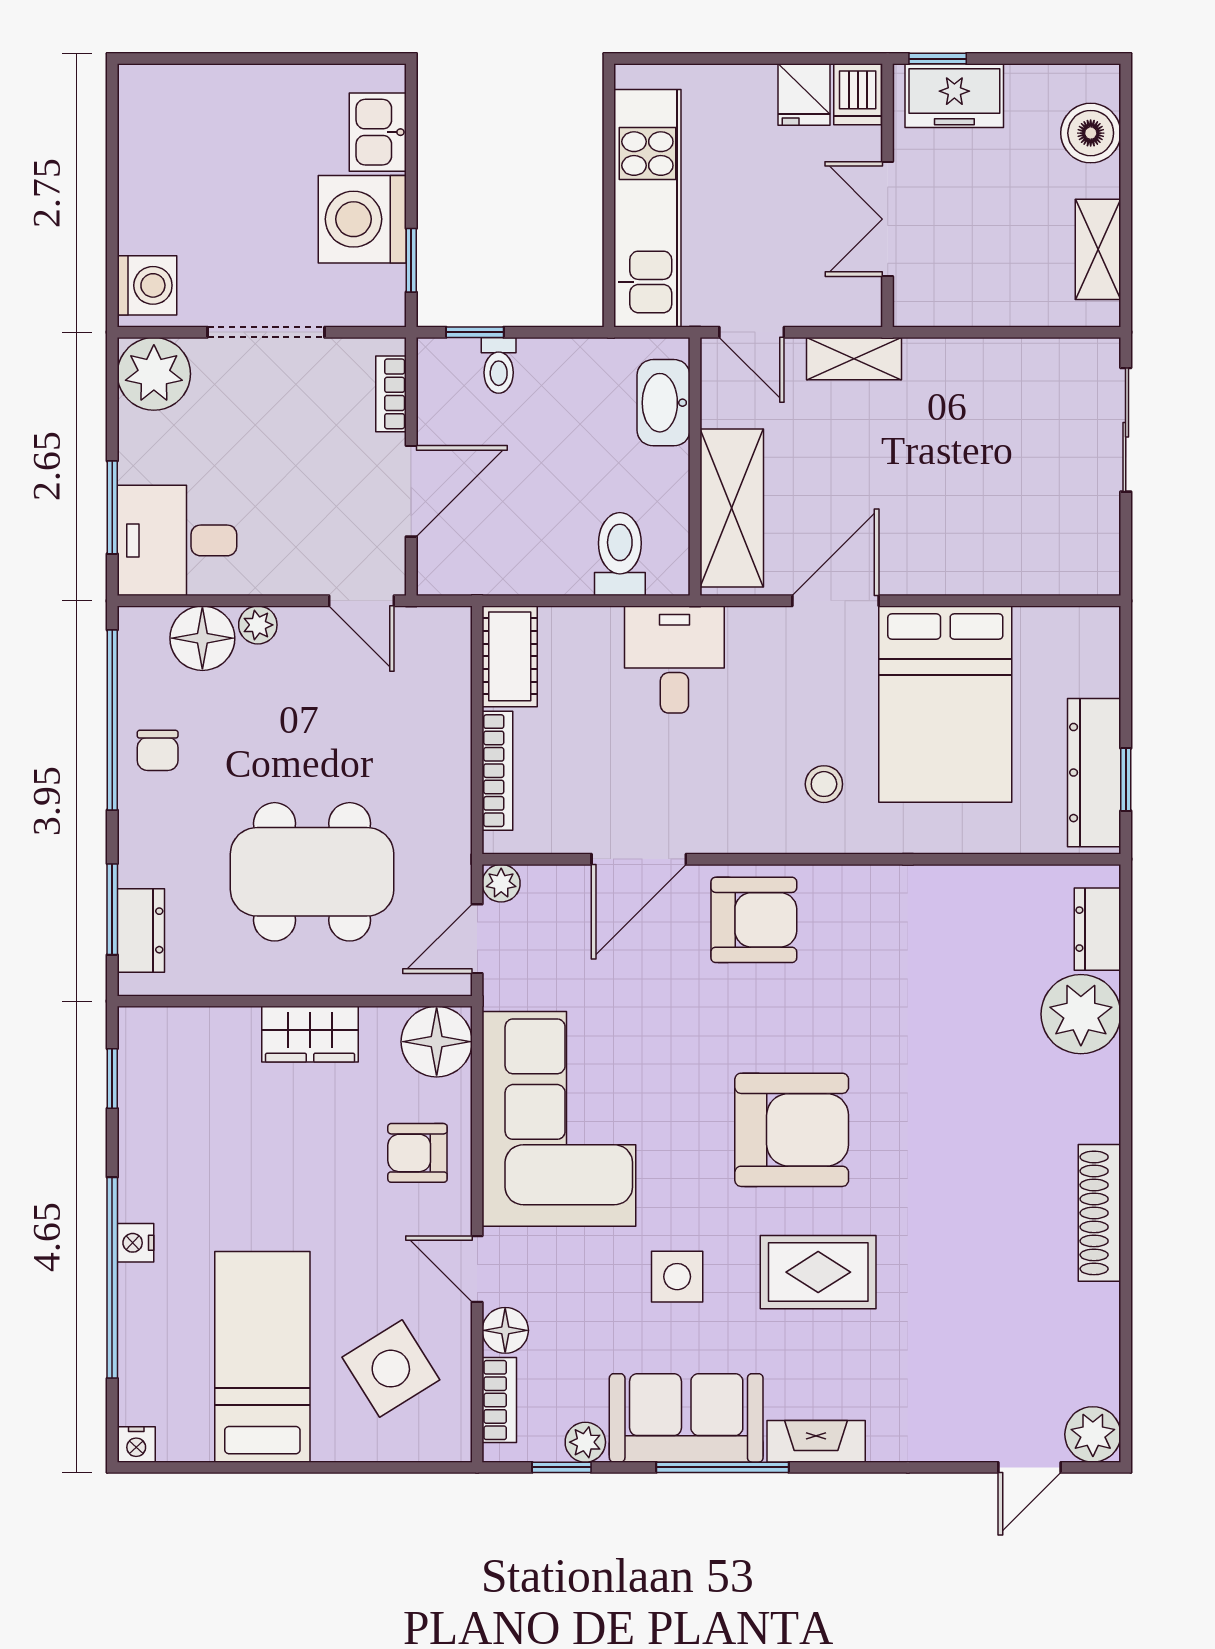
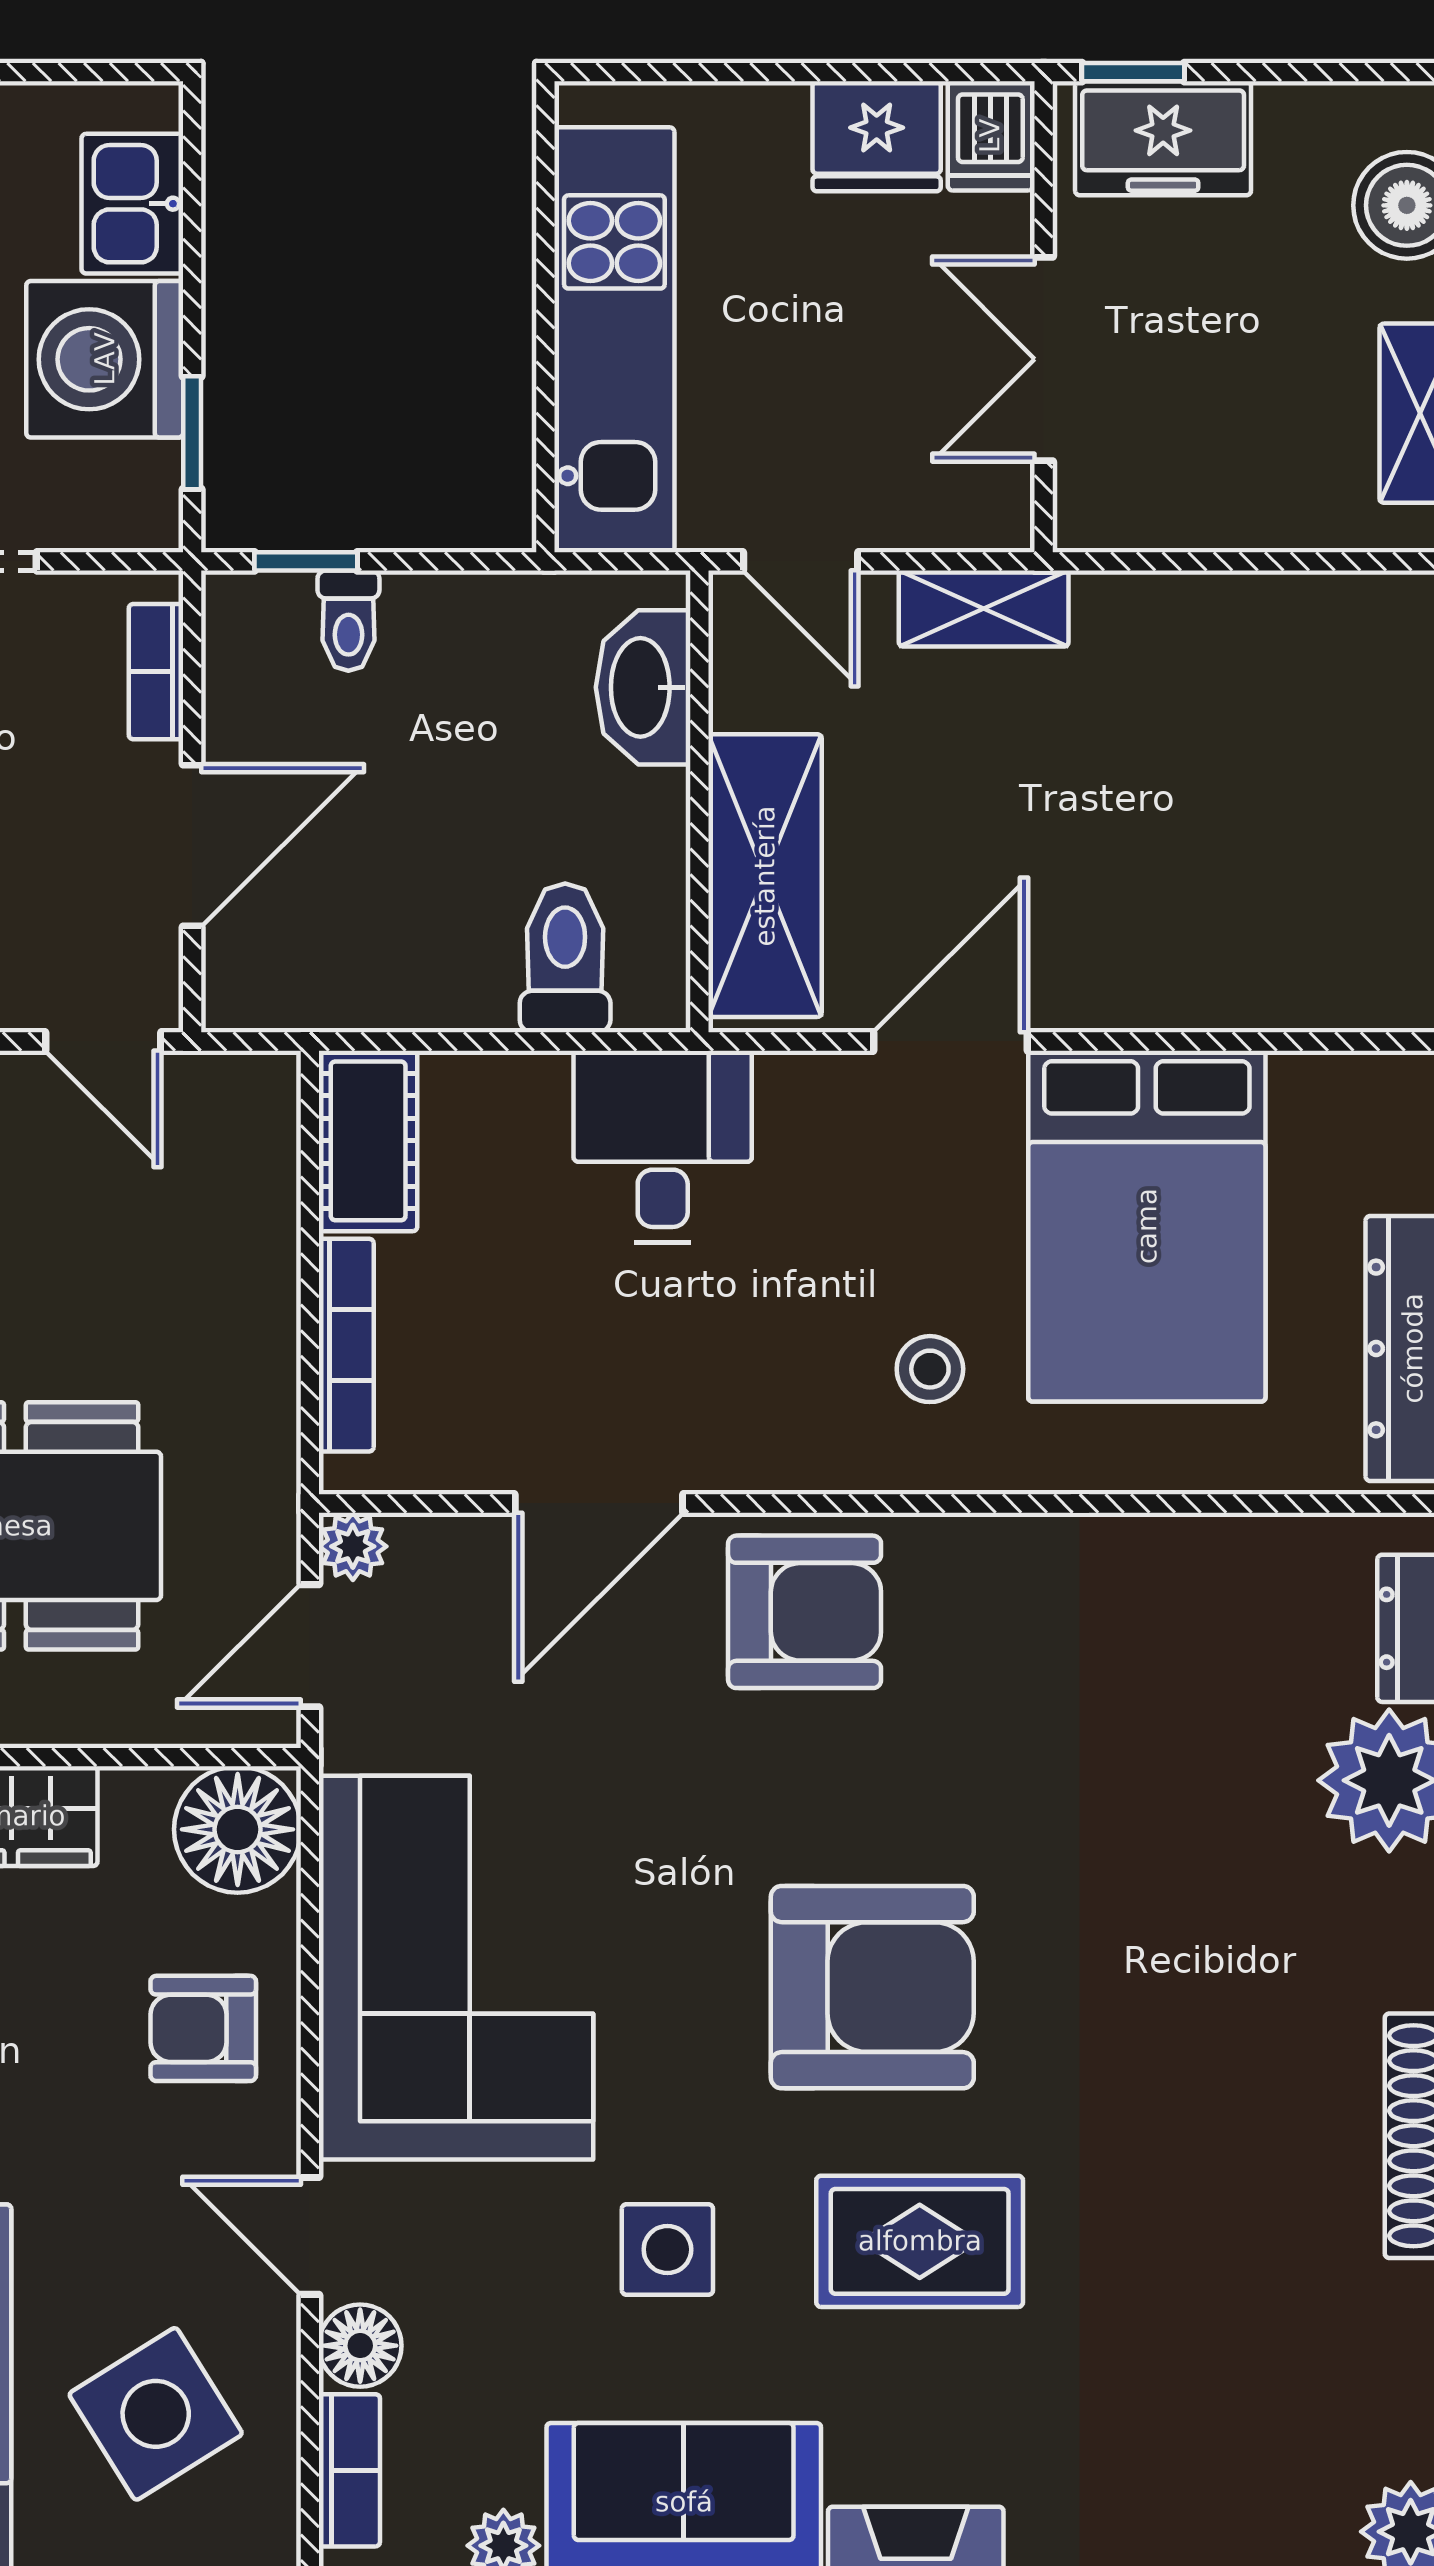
fridge: (804, 94) -> (877, 136), width x1.38

